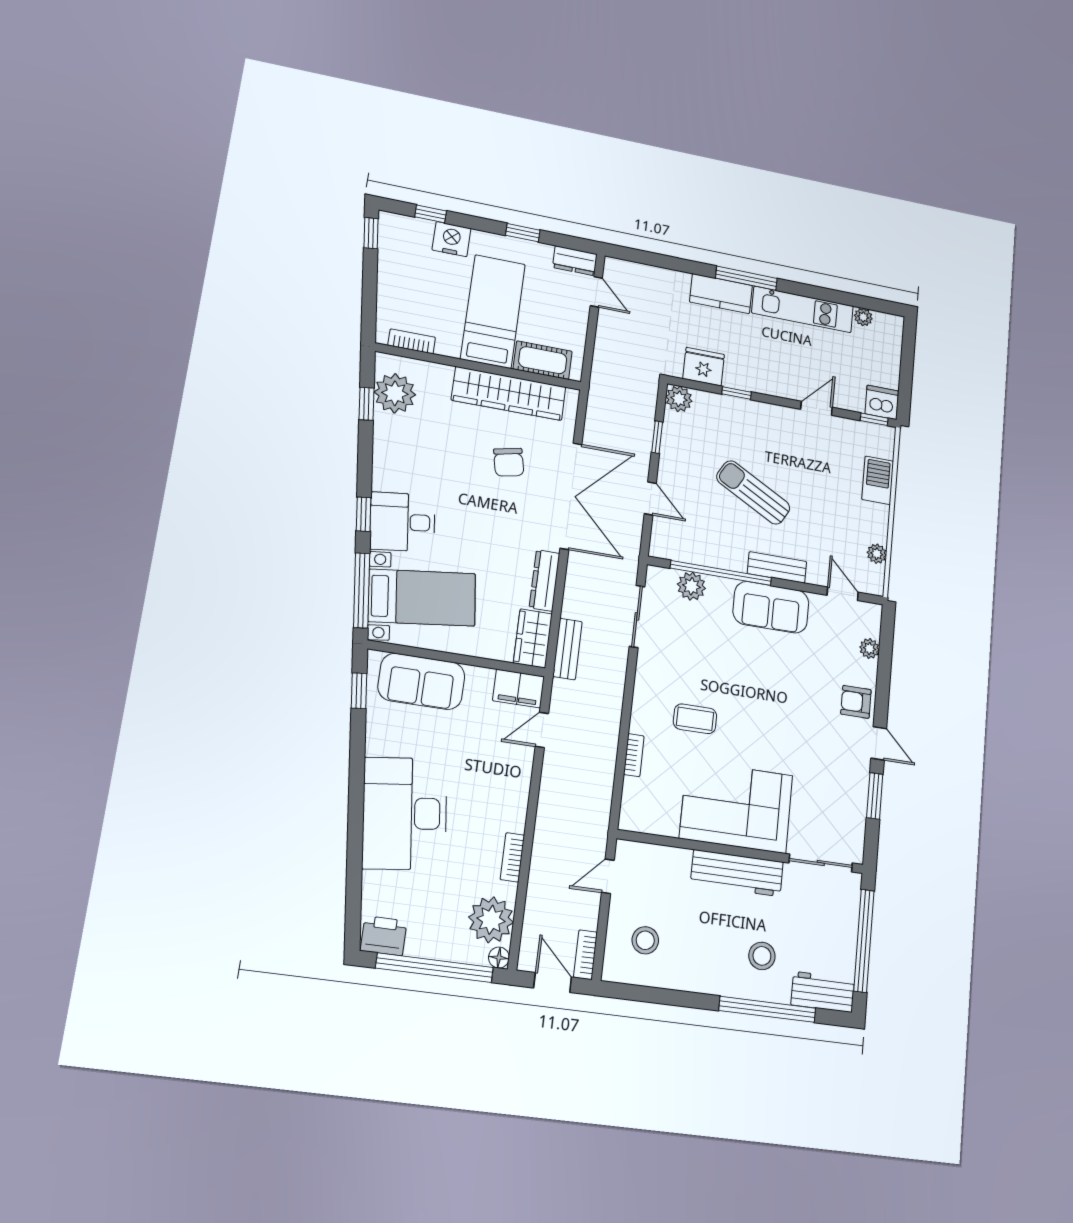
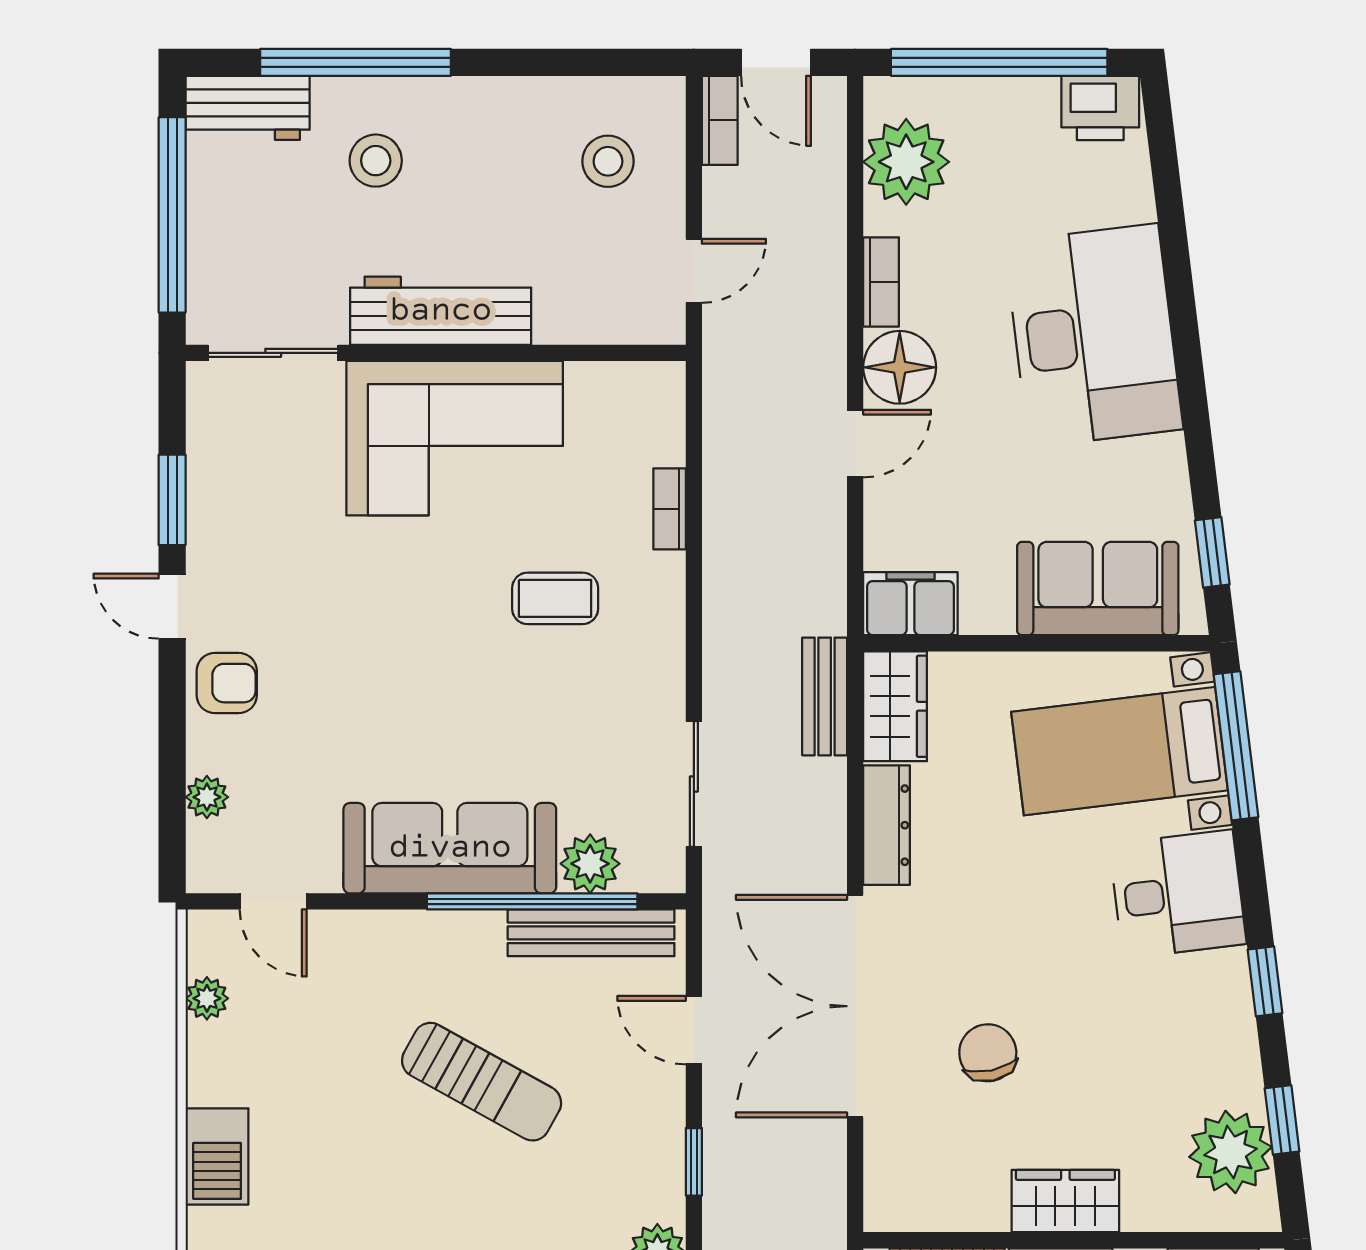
wardrobe: (509, 393) -> (1065, 1201), width x0.48, depth x0.85
window: (364, 514) -> (1265, 981), moved
bench: (777, 567) -> (591, 933), moved, width x1.36
sofa: (771, 607) -> (450, 848), width x1.36
door: (542, 730) -> (855, 444), moved
floor lamp: (499, 958) -> (900, 367), moved, width x1.89, depth x1.89

